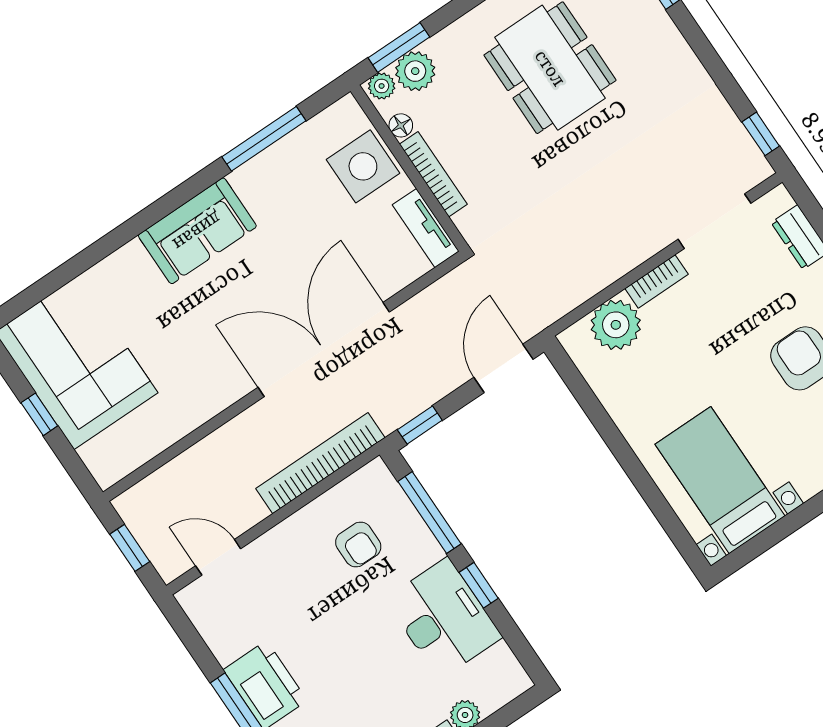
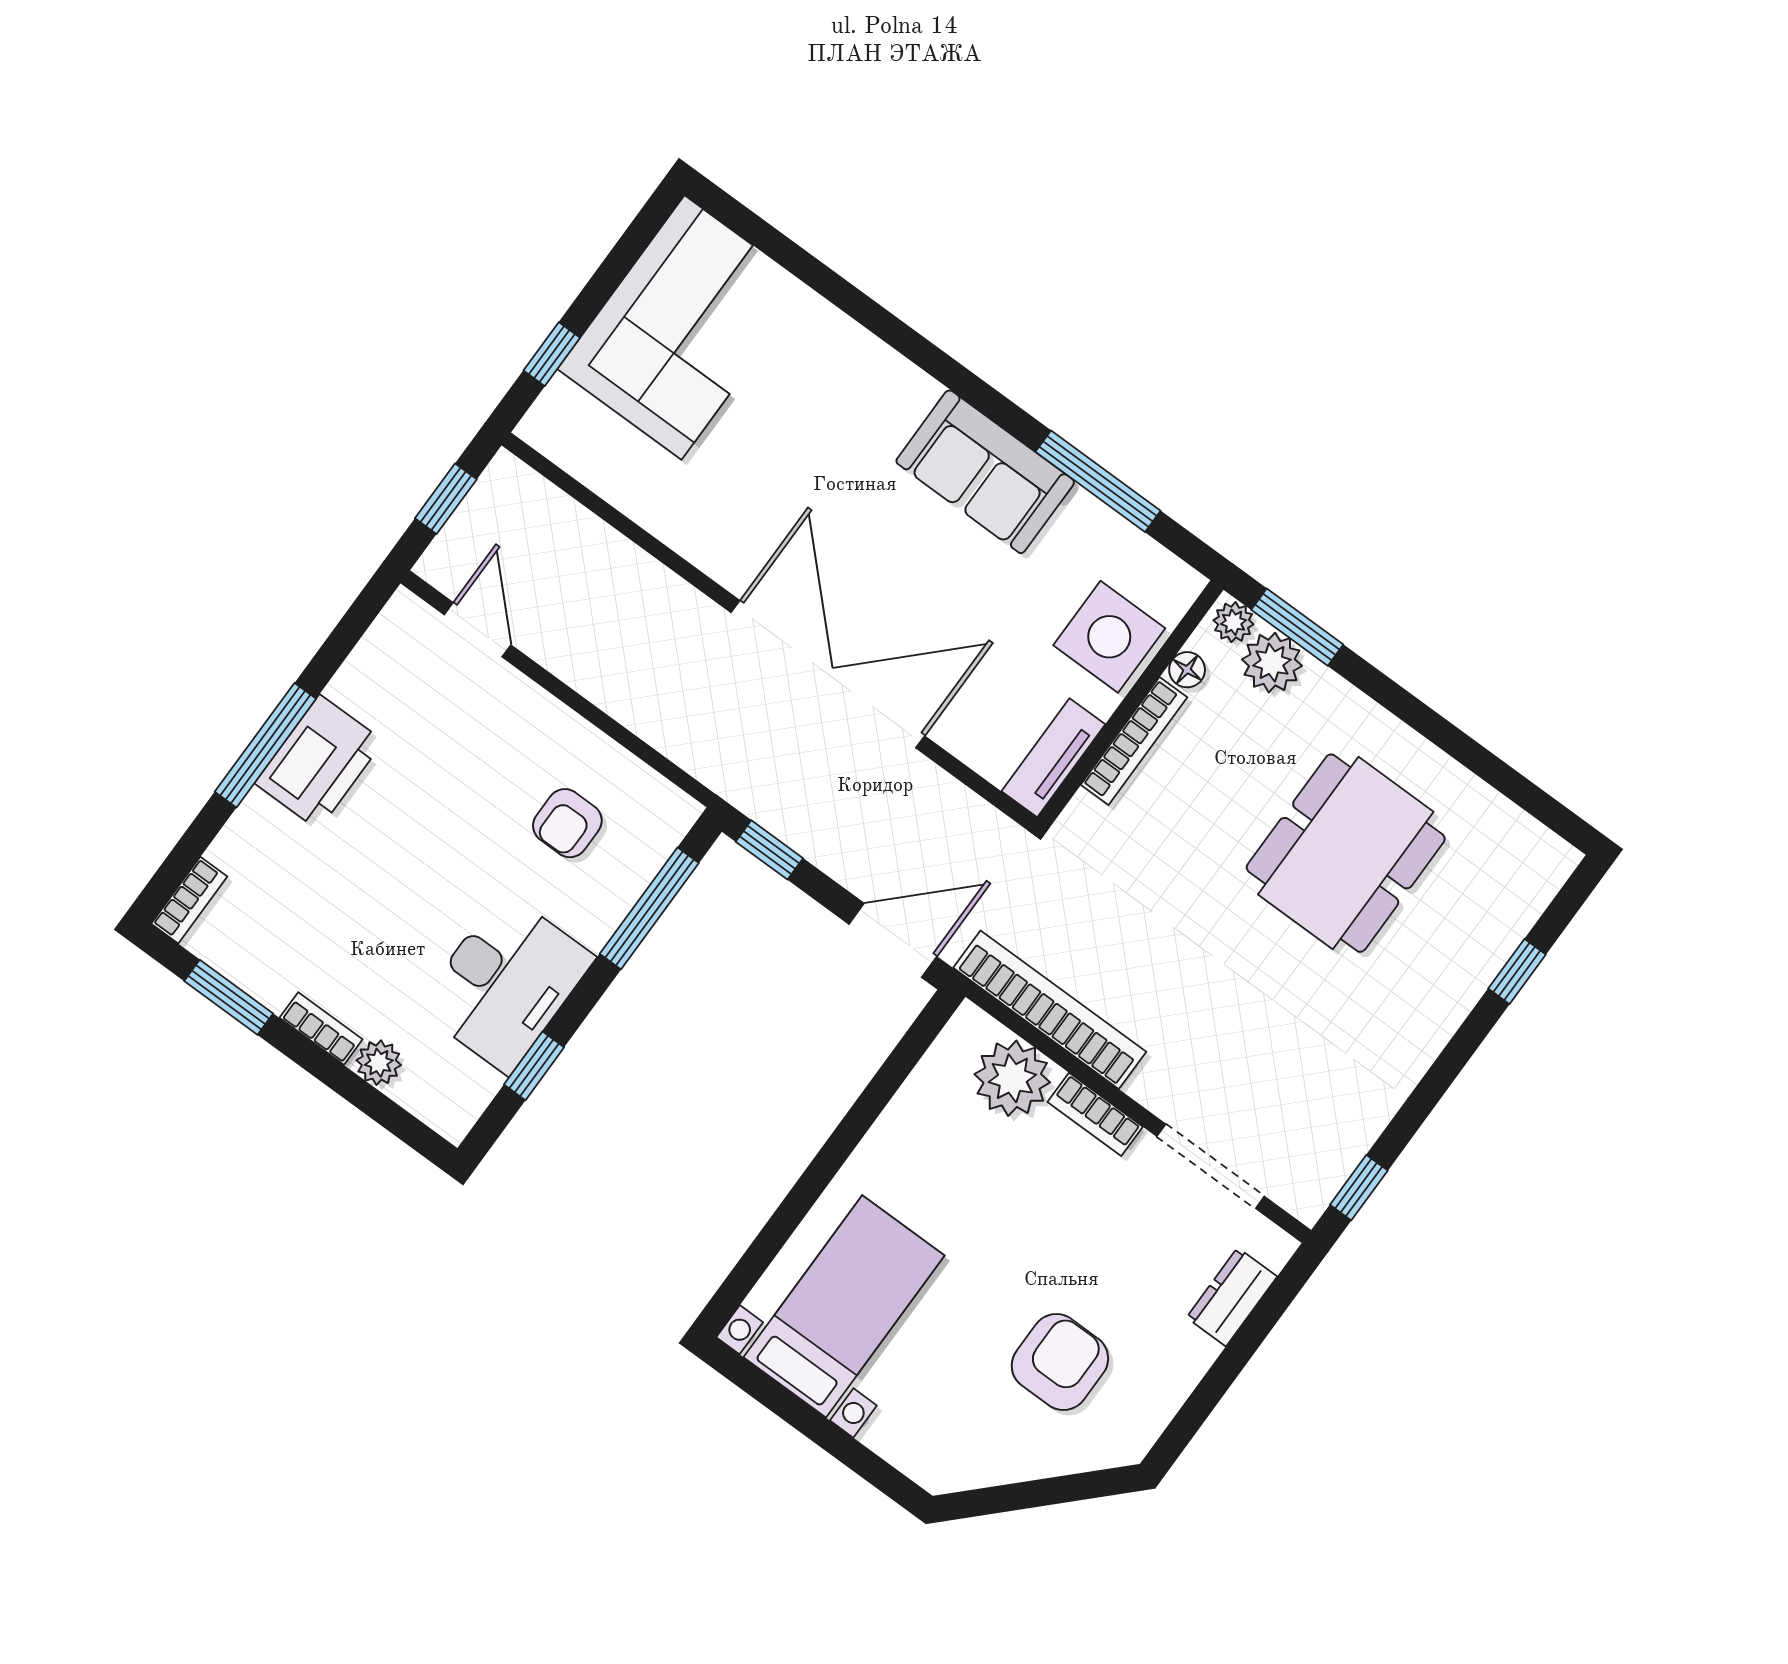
sofa: (197, 231) -> (985, 472), moved
window: (39, 414) -> (552, 354), moved
bookcase: (320, 463) -> (1050, 1010), moved
window: (479, 585) -> (534, 1066), moved

